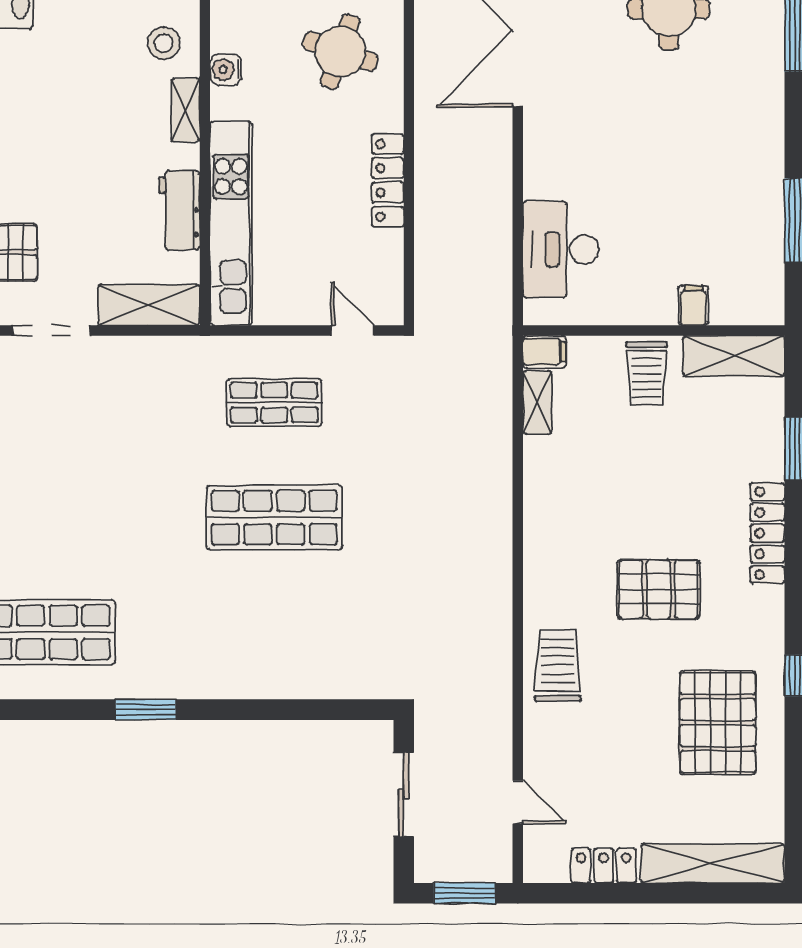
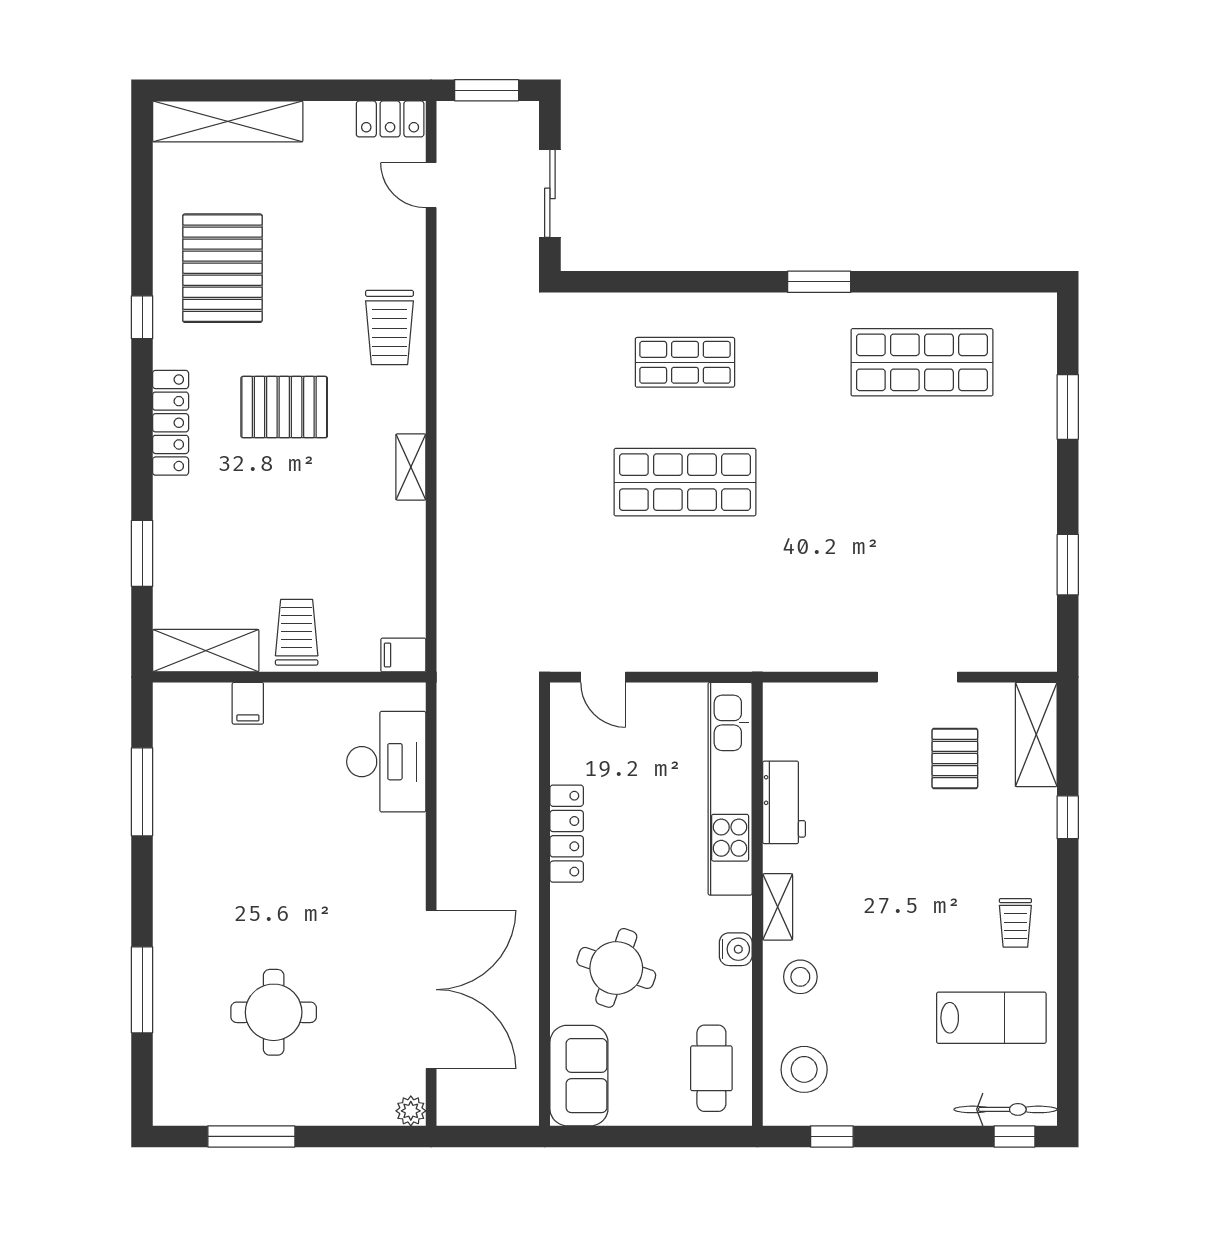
shelving: (149, 305) -> (816, 704), removed
shelving: (537, 402) -> (411, 467), moved
shop shelf: (274, 403) -> (685, 362), moved
locker: (767, 533) -> (171, 423), moved
locker: (604, 866) -> (390, 119), moved

